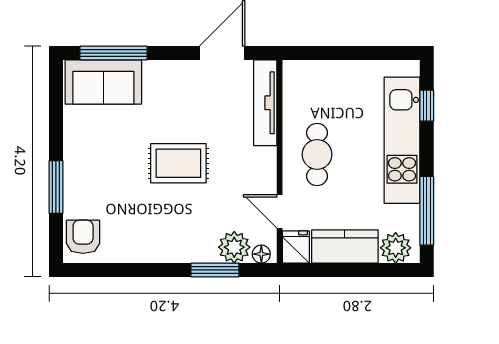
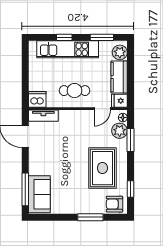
dishwasher: (299, 78) -> (37, 99), added
tv unit: (265, 103) -> (43, 116), width x0.71
window: (427, 106) -> (64, 37), moved
rug: (178, 163) -> (102, 168), moved, width x1.36, depth x1.43
window: (427, 211) -> (102, 37), width x0.69
window: (114, 270) -> (131, 189), added

